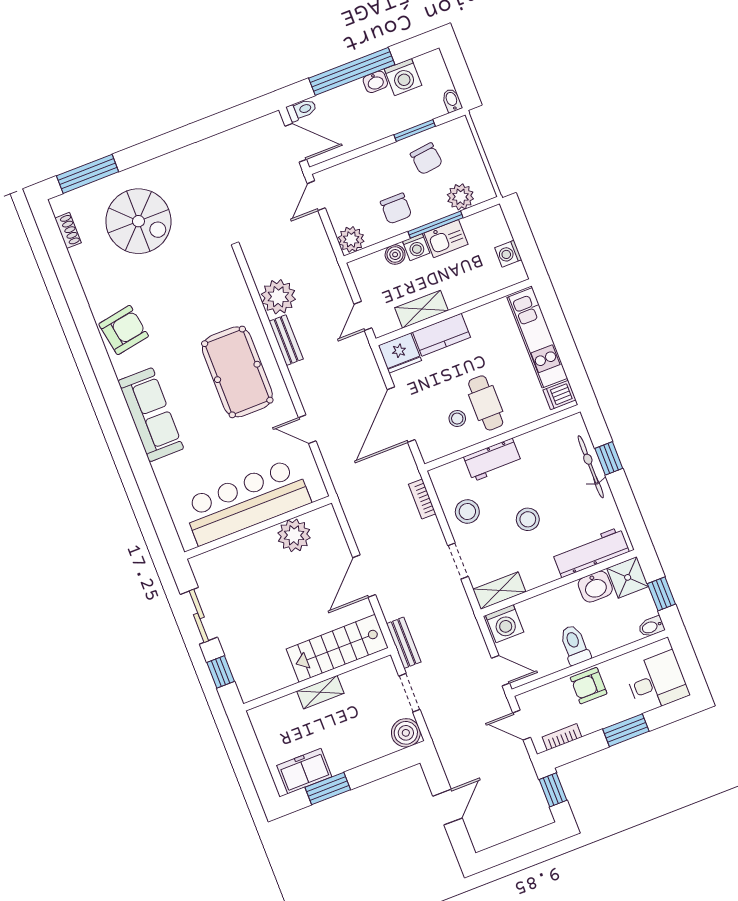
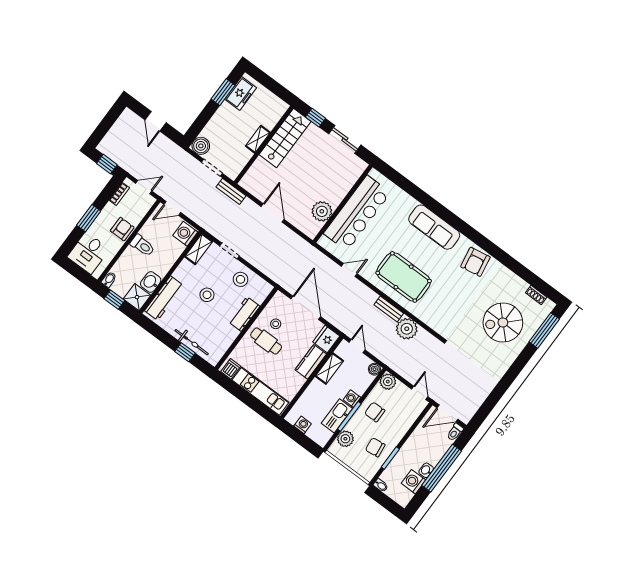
kitchen sink: (446, 239) -> (337, 416), width x1.38
boiler: (395, 255) -> (374, 369), moved
bookcase: (422, 499) -> (268, 271), removed
stairs: (337, 648) -> (285, 138), moved

